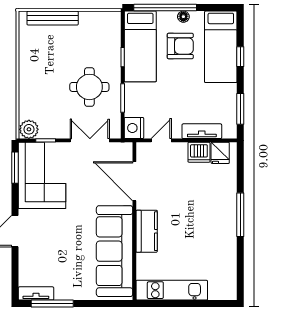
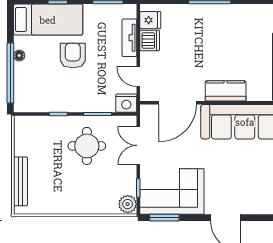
bed: (140, 46) -> (48, 97), removed
armchair: (180, 46) -> (73, 56), moved

